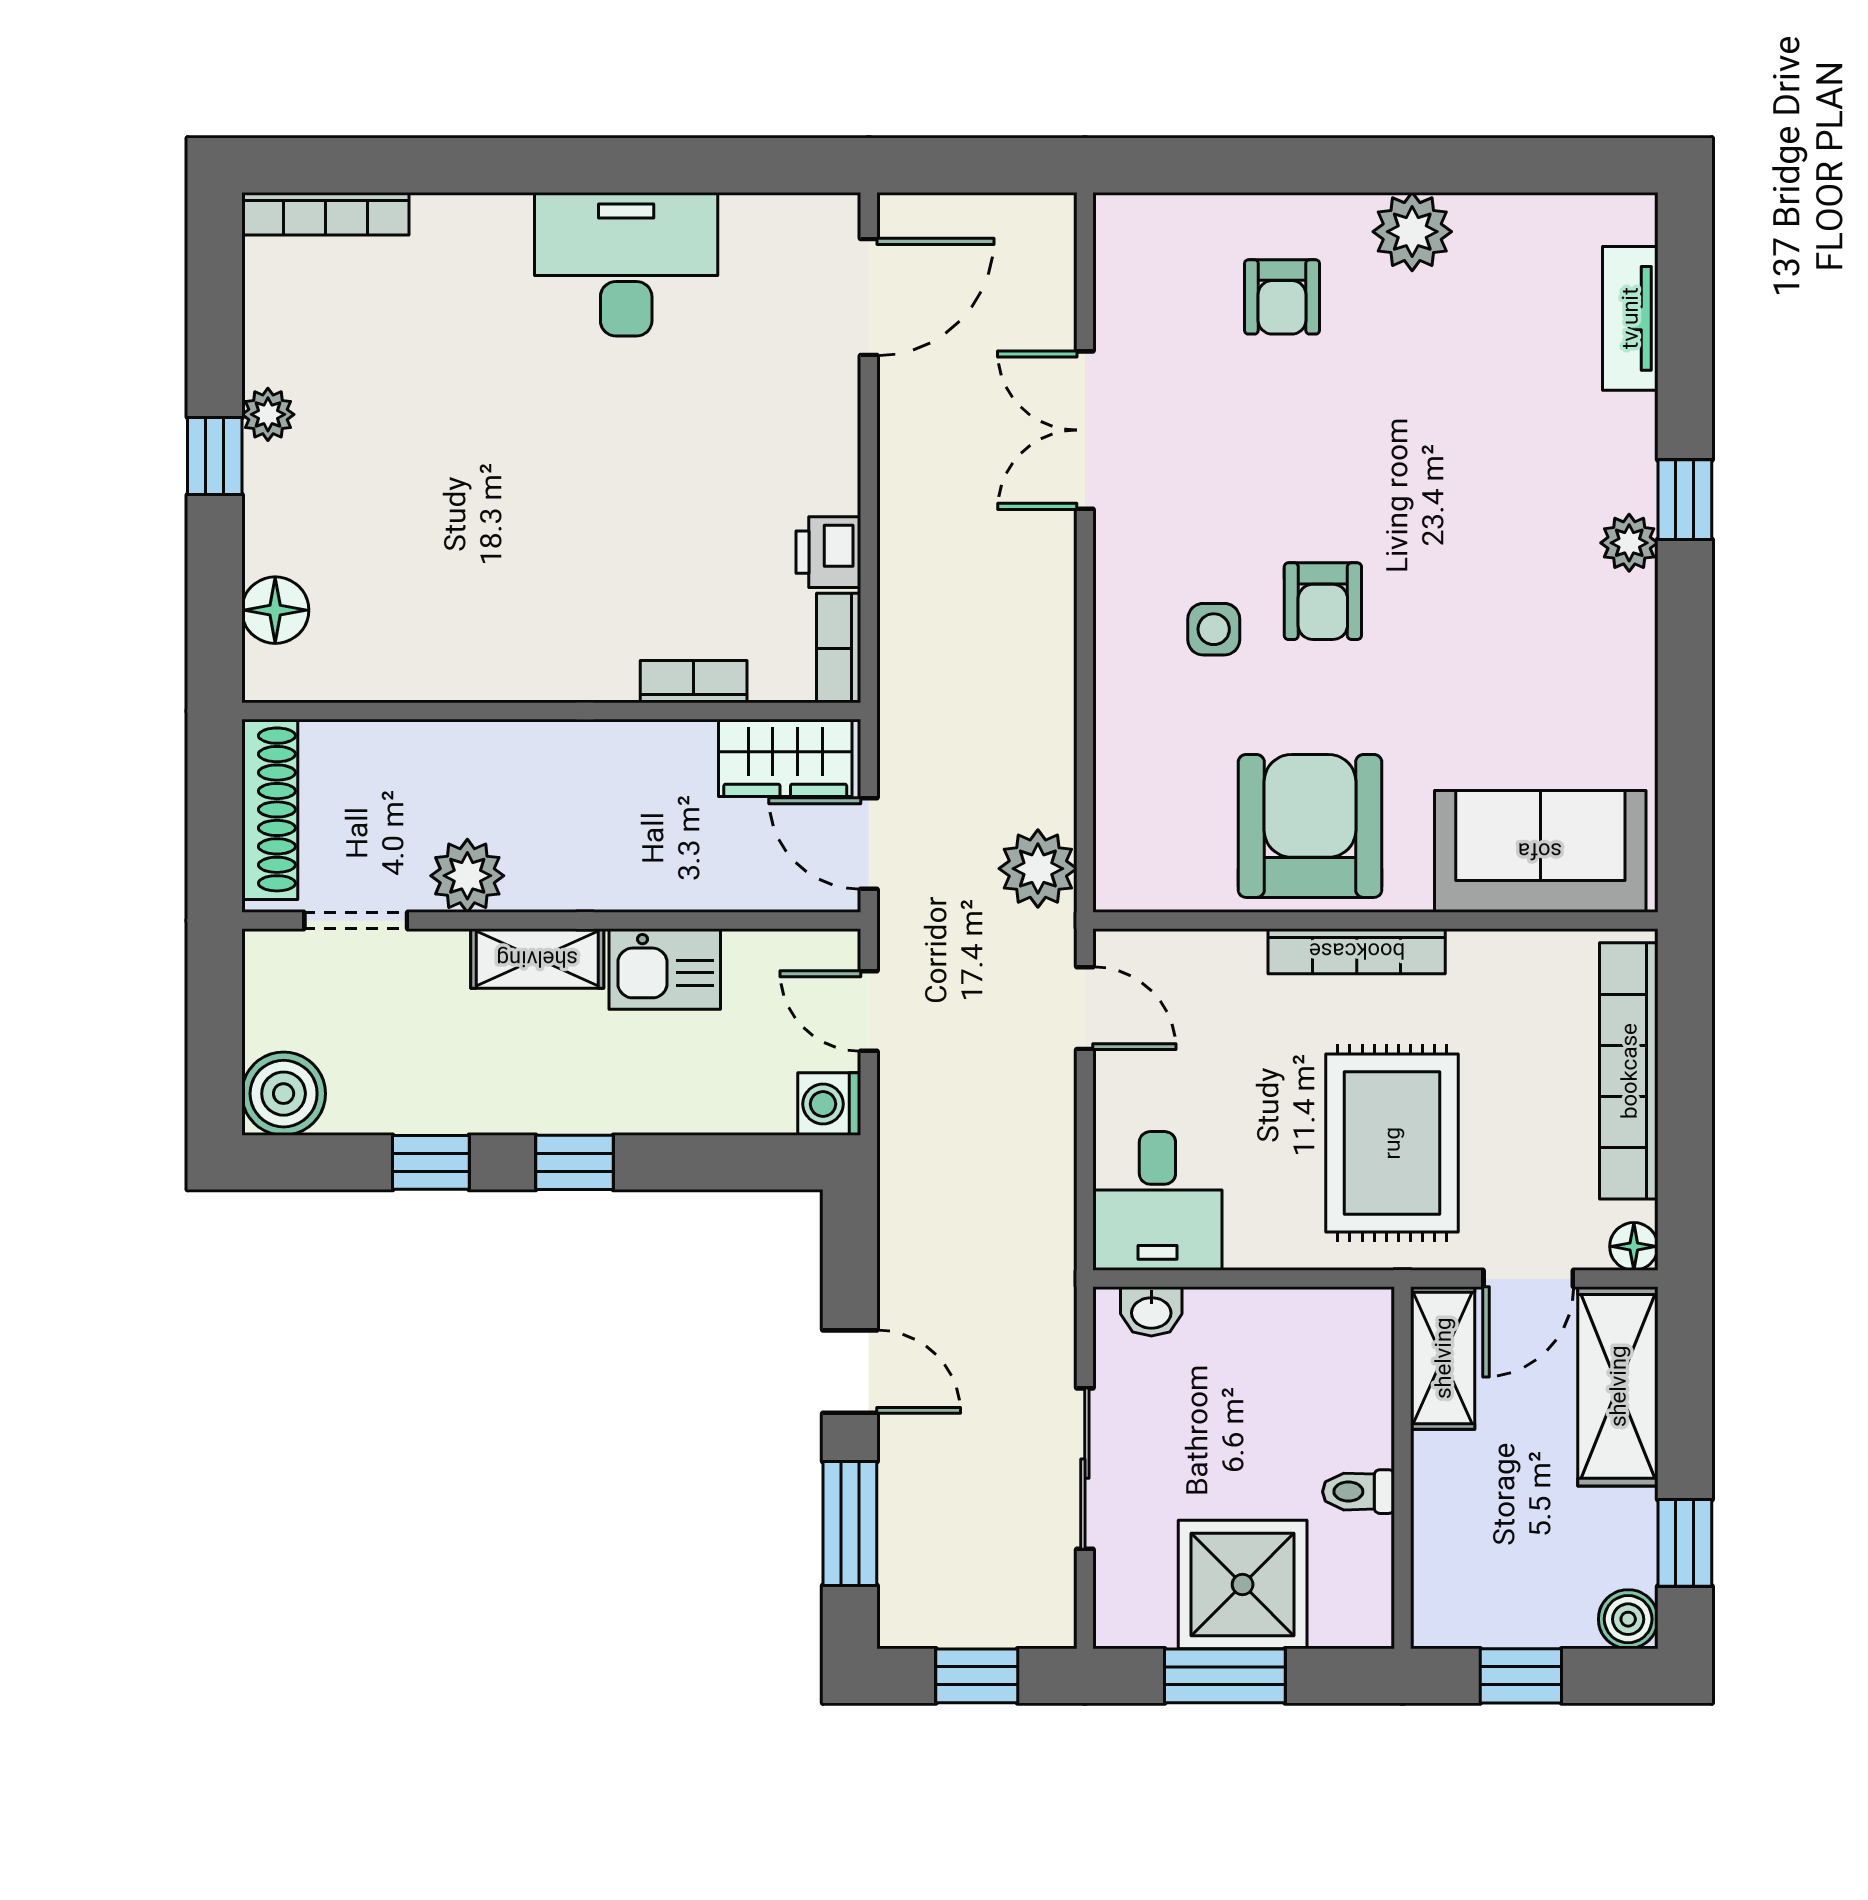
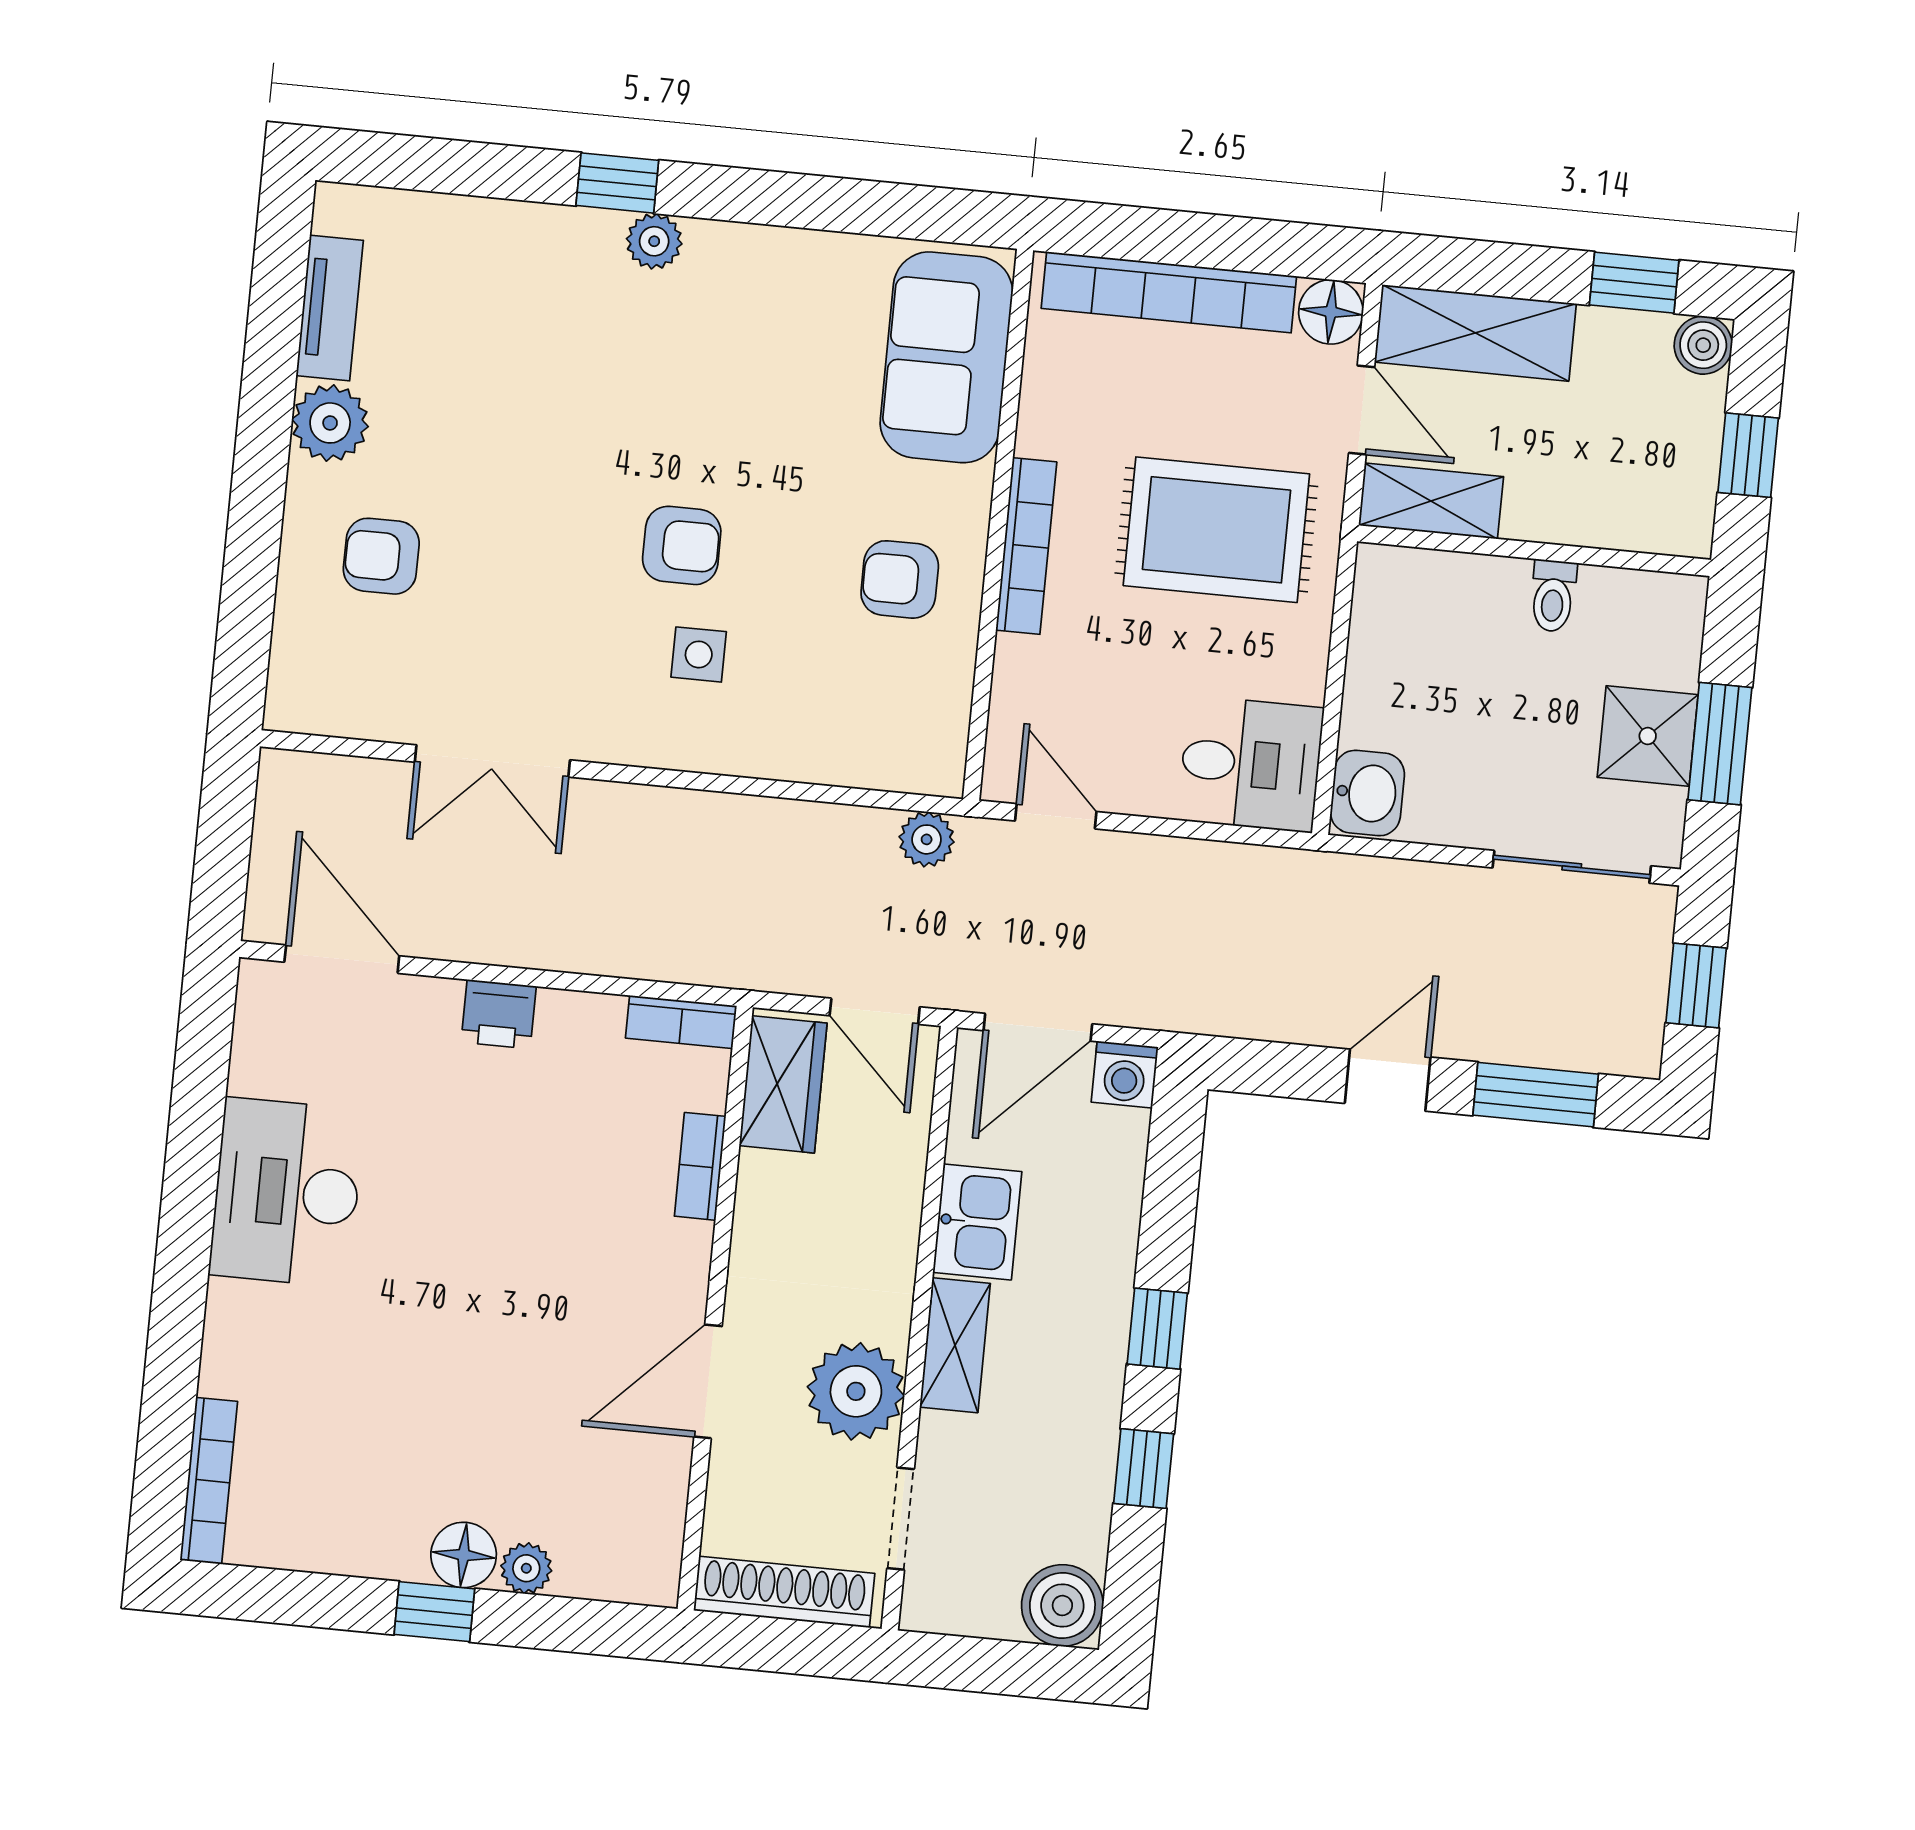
armchair: (1282, 297) -> (381, 556), turned 180
tv unit: (1630, 318) -> (330, 308), moved, turned -90
plant: (268, 414) -> (526, 1568), moved
printer: (828, 552) -> (499, 1014), moved
floor lamp: (275, 610) -> (464, 1555), moved
door: (476, 711) -> (708, 1381), added
armchair: (1310, 826) -> (900, 579), width x0.53, depth x0.53
door: (869, 844) -> (875, 1011), hinge flipped
plant: (1038, 869) -> (927, 839), width x0.73, depth x0.73
plant: (467, 876) -> (856, 1391), width x1.36, depth x1.36
door: (1085, 1008) -> (1056, 816), hinge flipped
door: (869, 1011) -> (1038, 1027), width x1.37
floor lamp: (1634, 1246) -> (1331, 312), width x1.37, depth x1.37
washbasin: (1151, 1311) -> (1367, 793), width x1.38, depth x1.45
sliding door: (1085, 1469) -> (1572, 867), moved
shower: (1243, 1585) -> (1648, 736), width x0.73, depth x0.73

